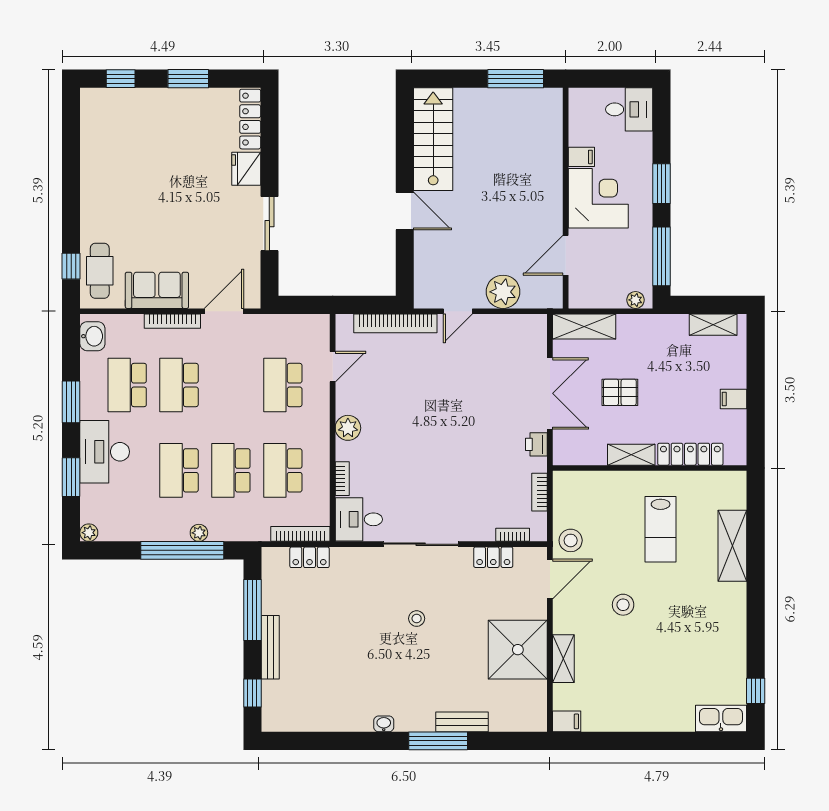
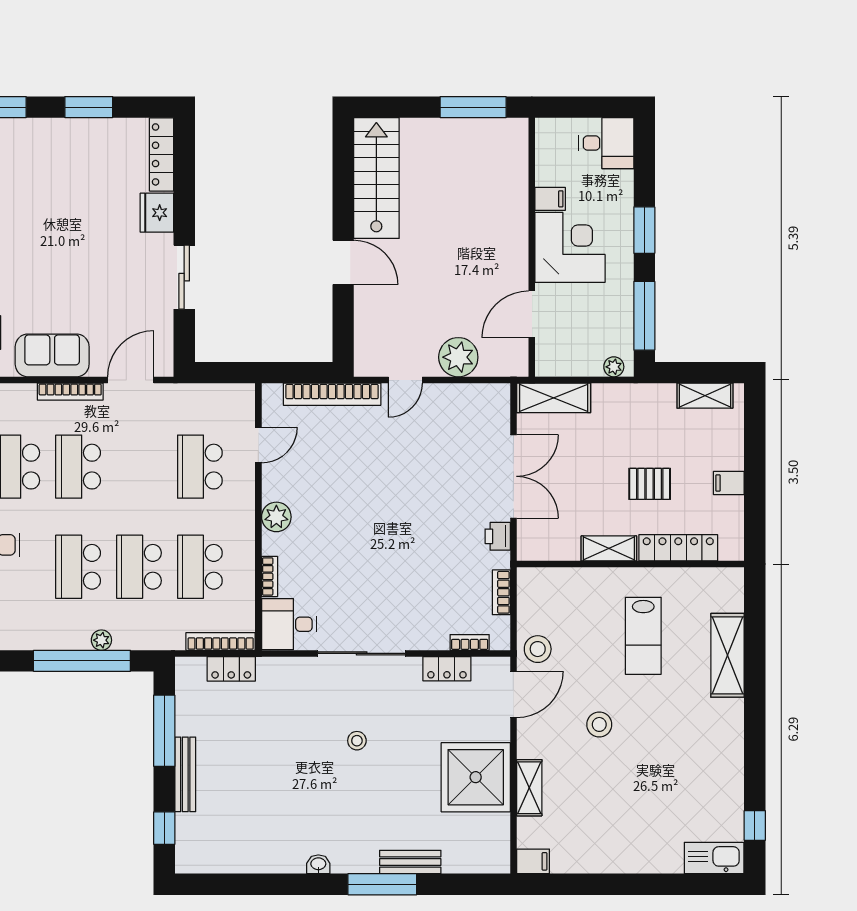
pallet: (620, 392) -> (650, 484), moved

